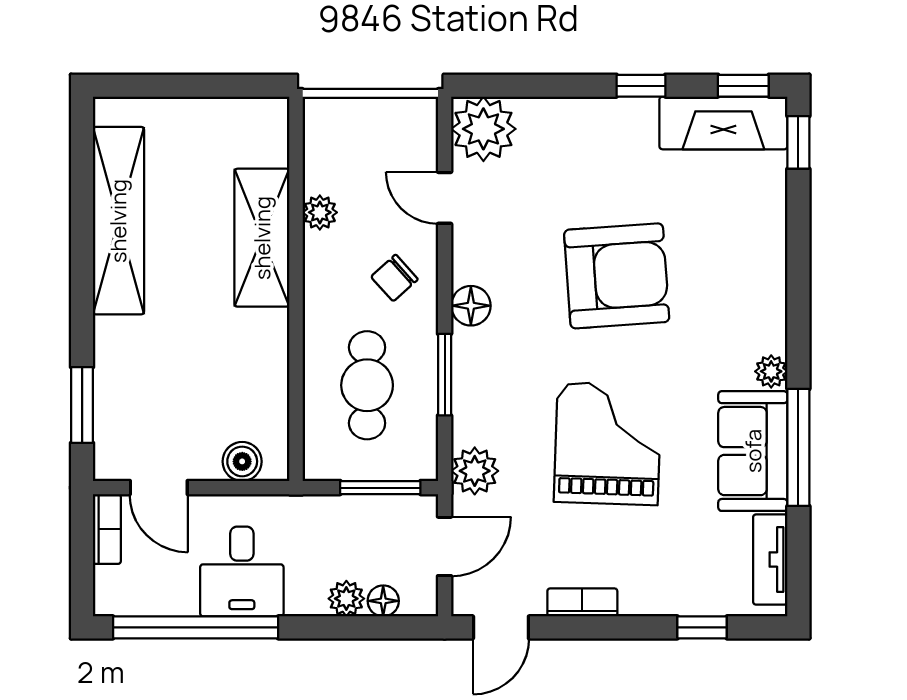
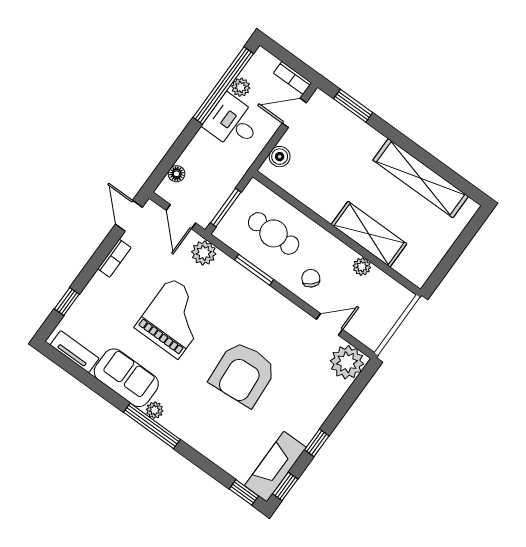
floor lamp: (471, 306) -> (275, 302), removed
grand piano: (608, 444) -> (174, 318), turned -92
window: (798, 447) -> (152, 426), moved
plant: (346, 599) -> (241, 87), moved

